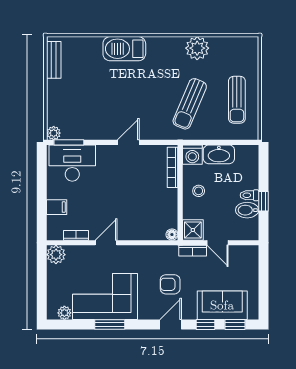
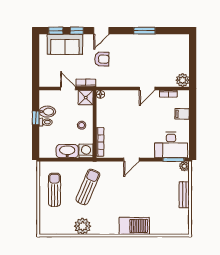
bench: (54, 60) -> (184, 195), moved
corner sofa: (105, 296) -> (148, 50), removed
plant: (64, 313) -> (177, 39), removed

